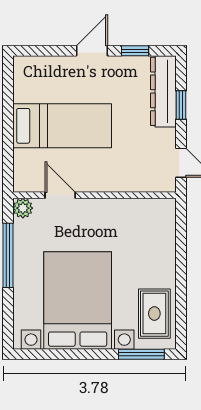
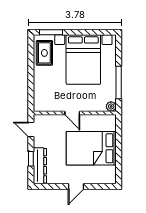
window: (135, 51) -> (54, 186), removed
bed: (62, 126) -> (91, 148), width x1.50
door: (60, 195) -> (72, 113), moved

